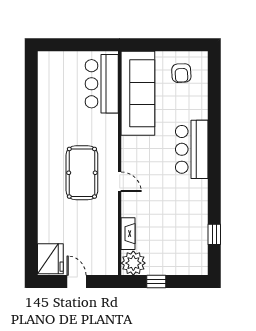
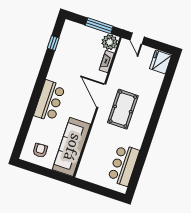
bar counter: (102, 84) -> (124, 165), moved, turned 180
door: (120, 182) -> (101, 96), width x1.88
door: (76, 282) -> (137, 38), moved
window: (156, 282) -> (99, 26), width x2.17

